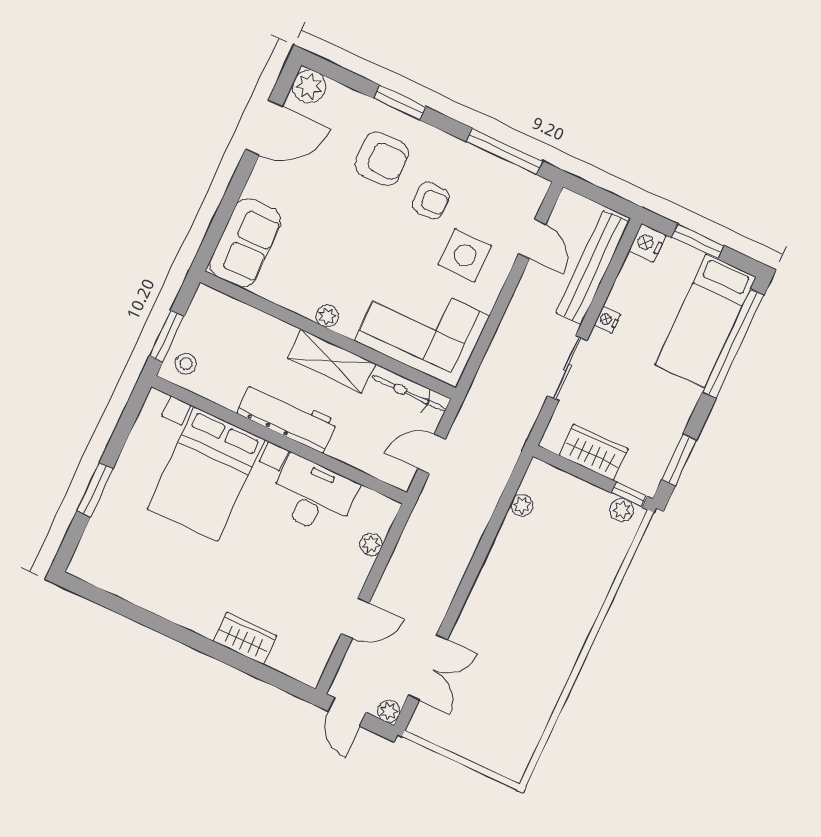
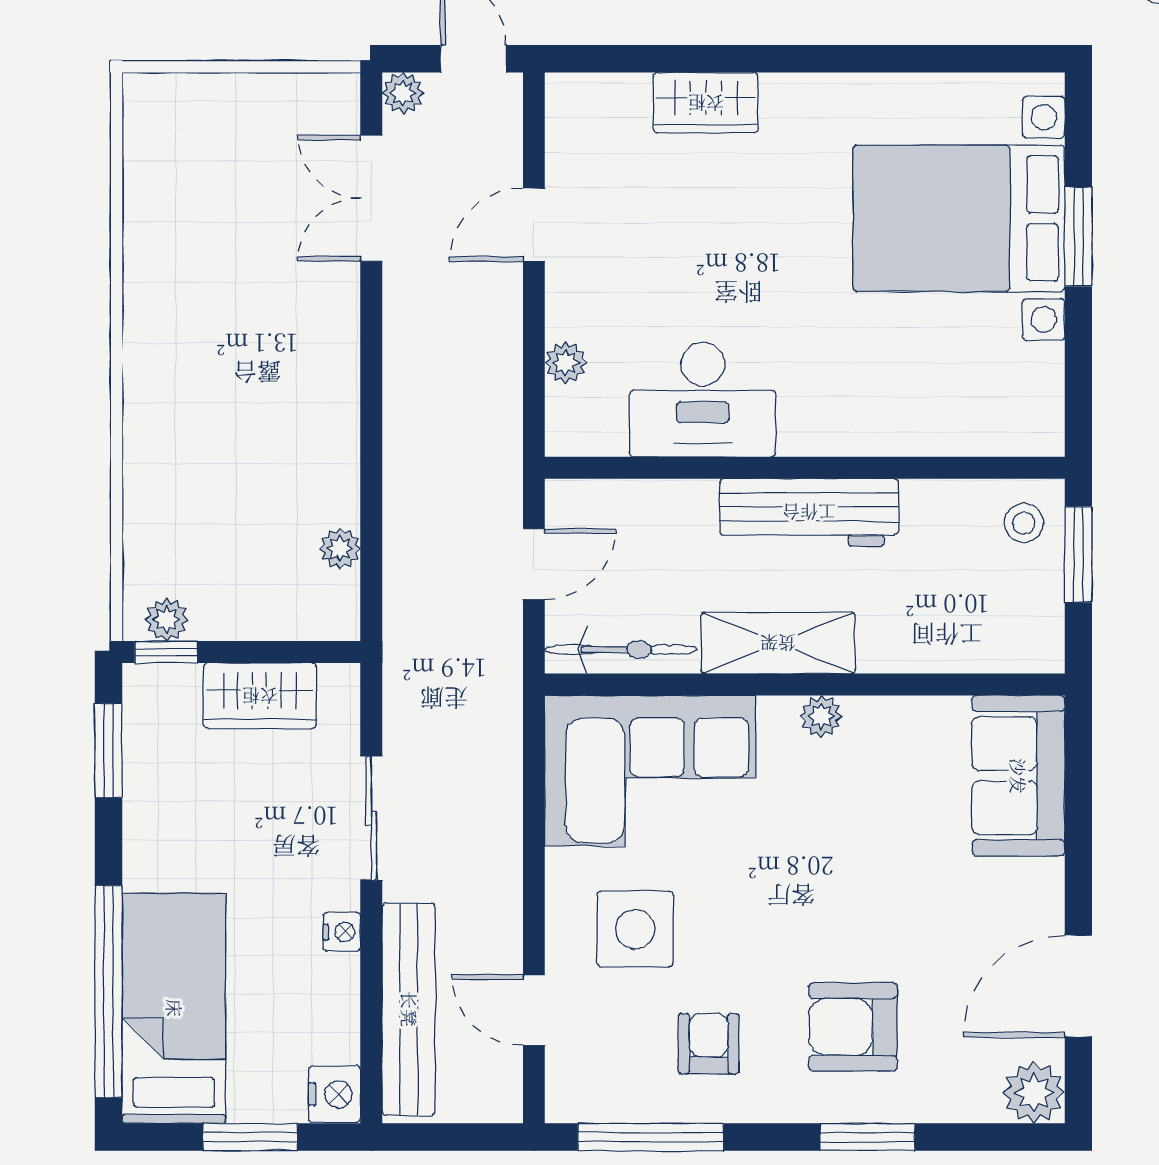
armchair: (431, 201) -> (709, 1044), moved, turned 90
bed with nightstands: (206, 474) -> (959, 218), moved, turned -90

